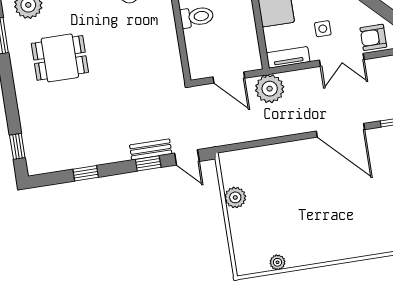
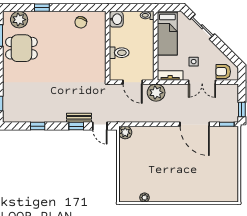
toilet: (197, 17) -> (119, 53), moved
dining table: (60, 58) -> (21, 48), moved
plant: (235, 197) -> (125, 132), moved

